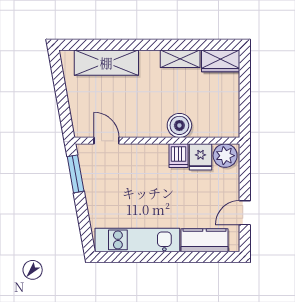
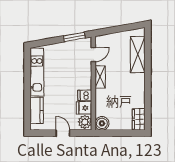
shelving: (180, 59) -> (100, 77), moved
boiler: (179, 125) -> (102, 123), moved
door: (245, 213) -> (63, 133), moved

